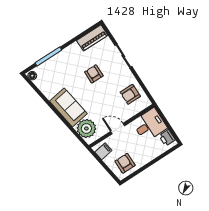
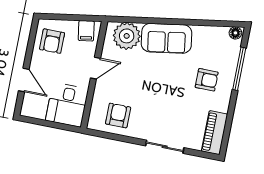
armchair: (94, 74) -> (207, 80), moved
printer: (167, 138) -> (36, 110), removed
door: (158, 159) -> (24, 80), added
armchair: (125, 163) -> (52, 41), turned 90

